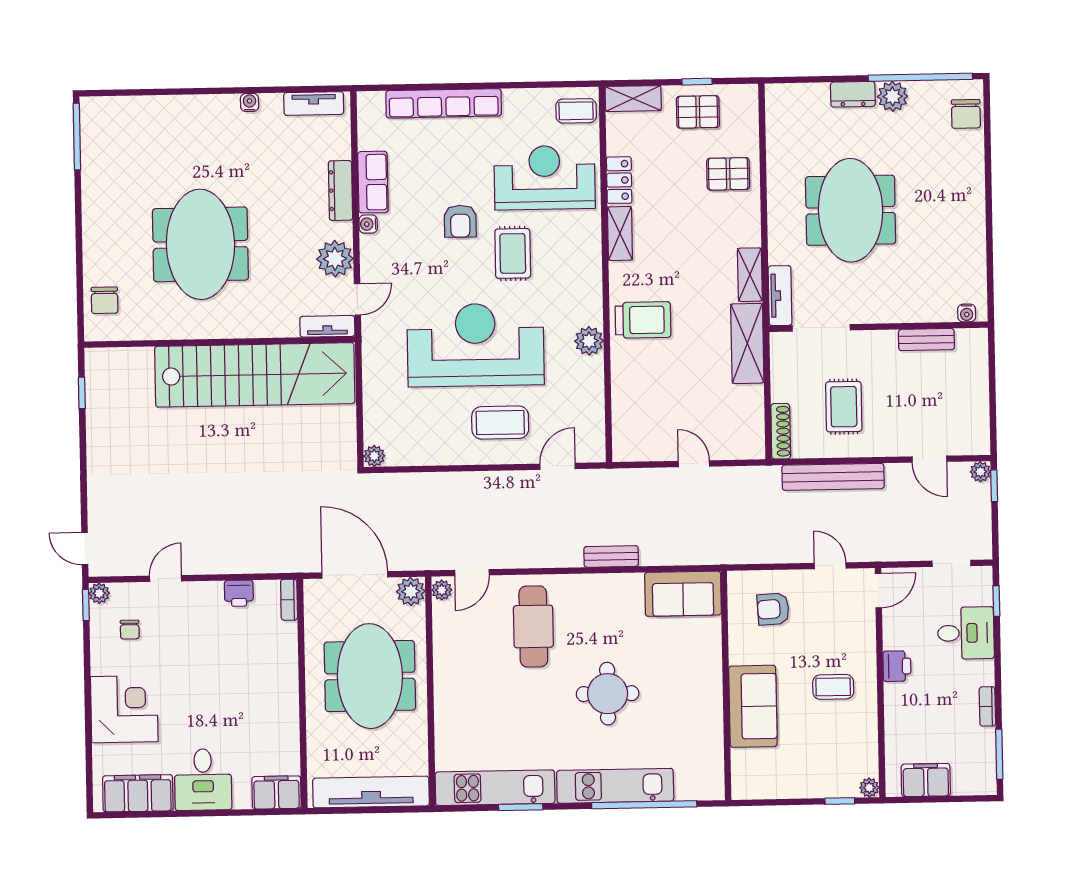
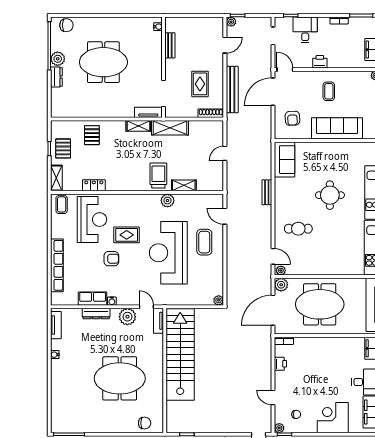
reception desk: (545, 178) -> (92, 220), turned 180
meeting table: (851, 210) -> (103, 62), moved
shelving: (620, 233) -> (184, 185), moved
rug: (844, 407) -> (200, 84), turned 90
door: (830, 566) -> (273, 92), width x1.88
cafe table: (533, 626) -> (298, 229), width x0.73, depth x0.74
sofa: (753, 706) -> (337, 128), width x1.36

